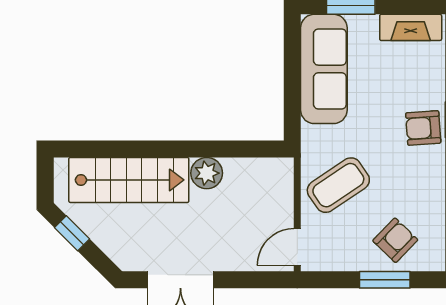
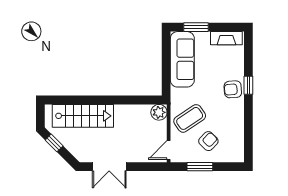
plant: (207, 173) -> (159, 112), moved
armchair: (395, 240) -> (208, 141), moved
window: (385, 280) -> (200, 167), moved

